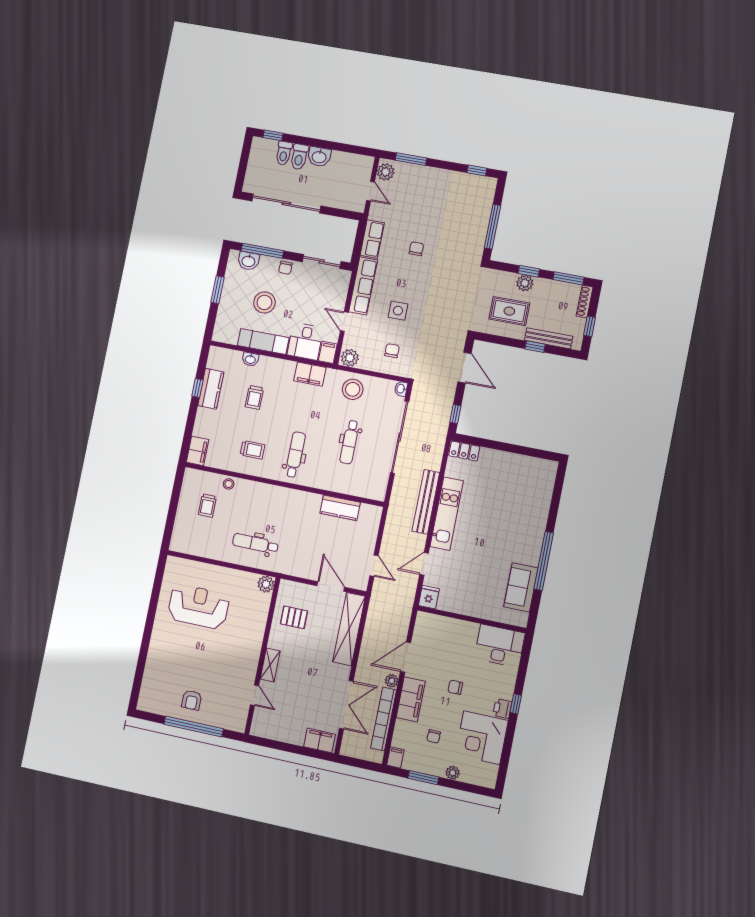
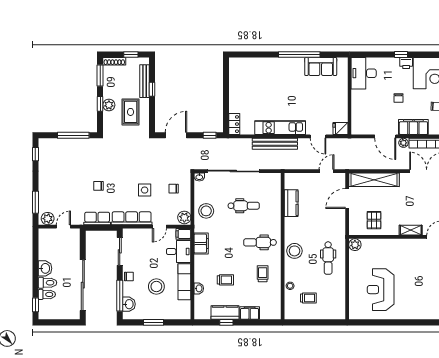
filing cabinet: (198, 451) -> (250, 313), moved
stool: (274, 499) -> (294, 251), added

